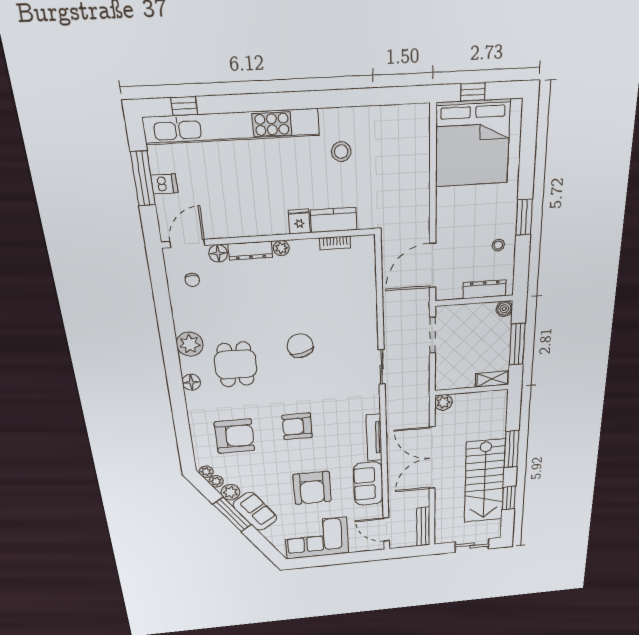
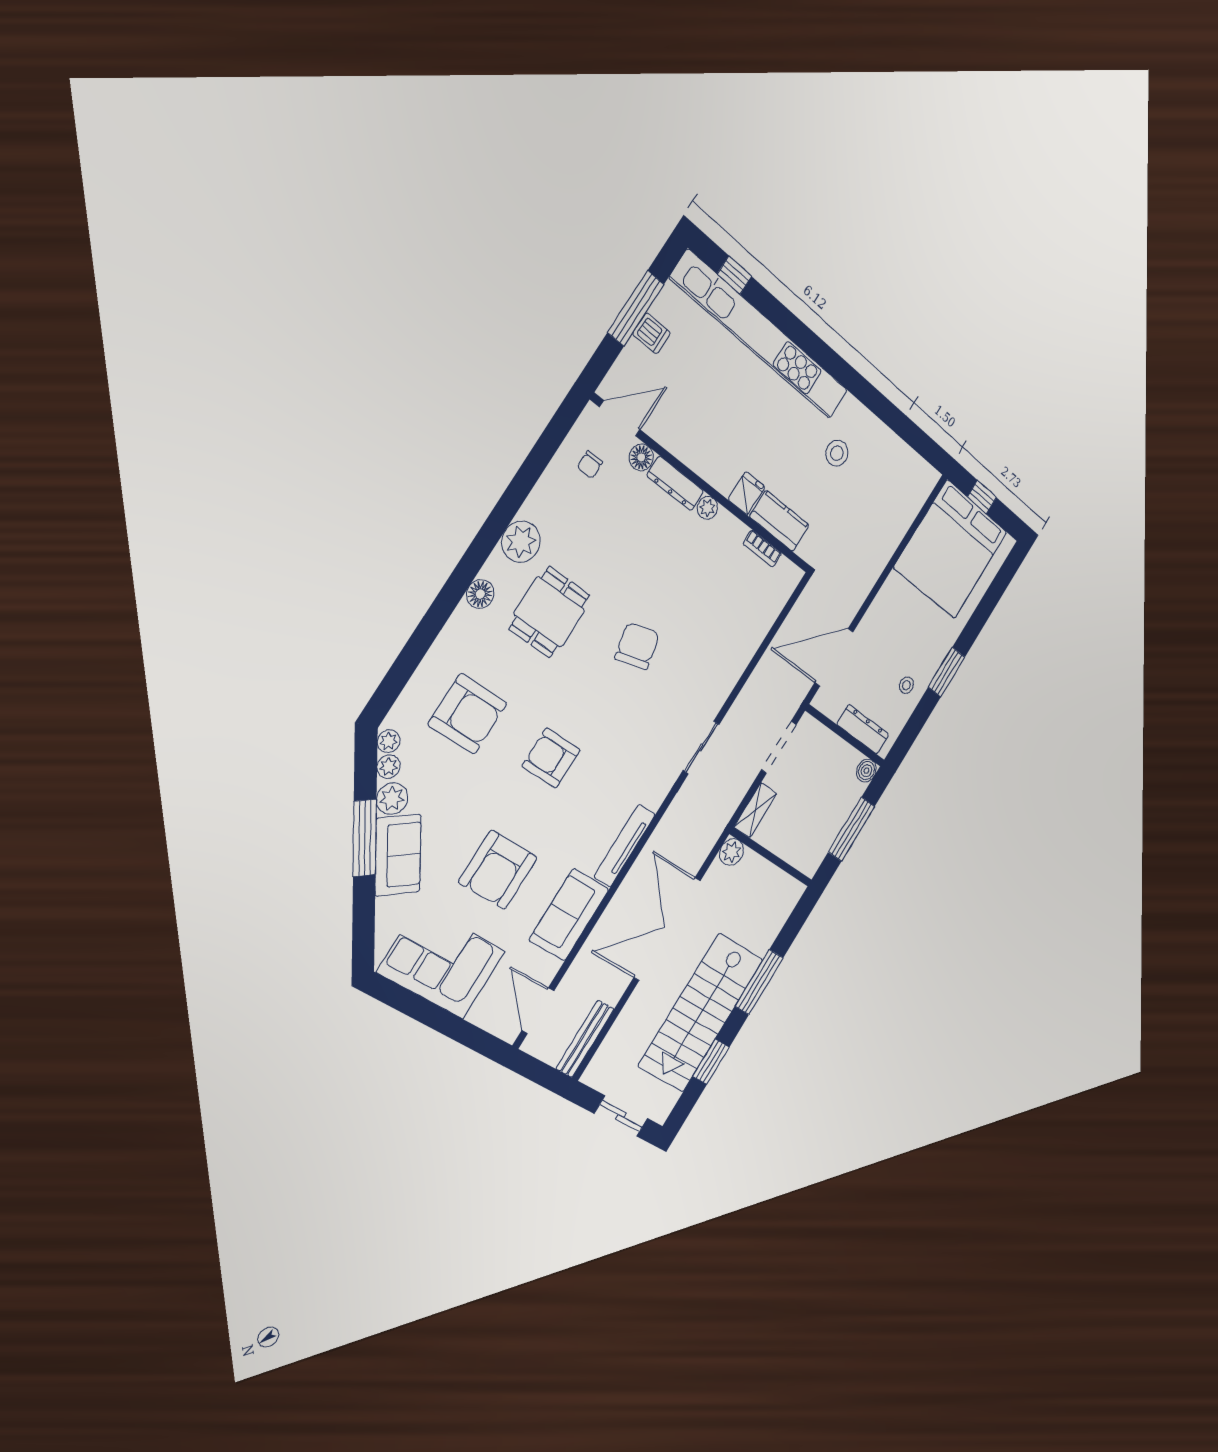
shelving: (492, 379) -> (755, 810), moved, turned 90

